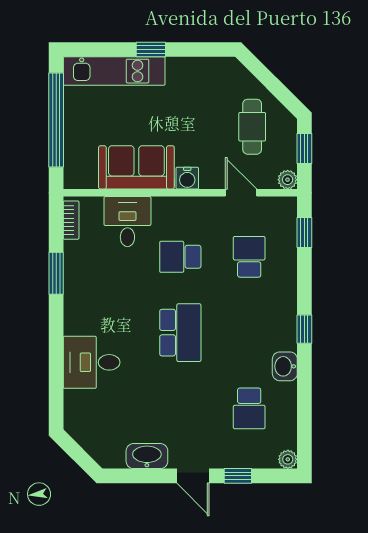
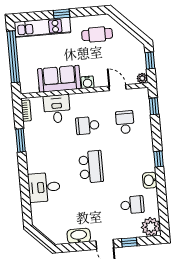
cafe table: (252, 127) -> (97, 34), moved, turned 90
school desk: (249, 408) -> (132, 205), turned -90
plant: (288, 459) -> (151, 227), width x1.87, depth x1.87

